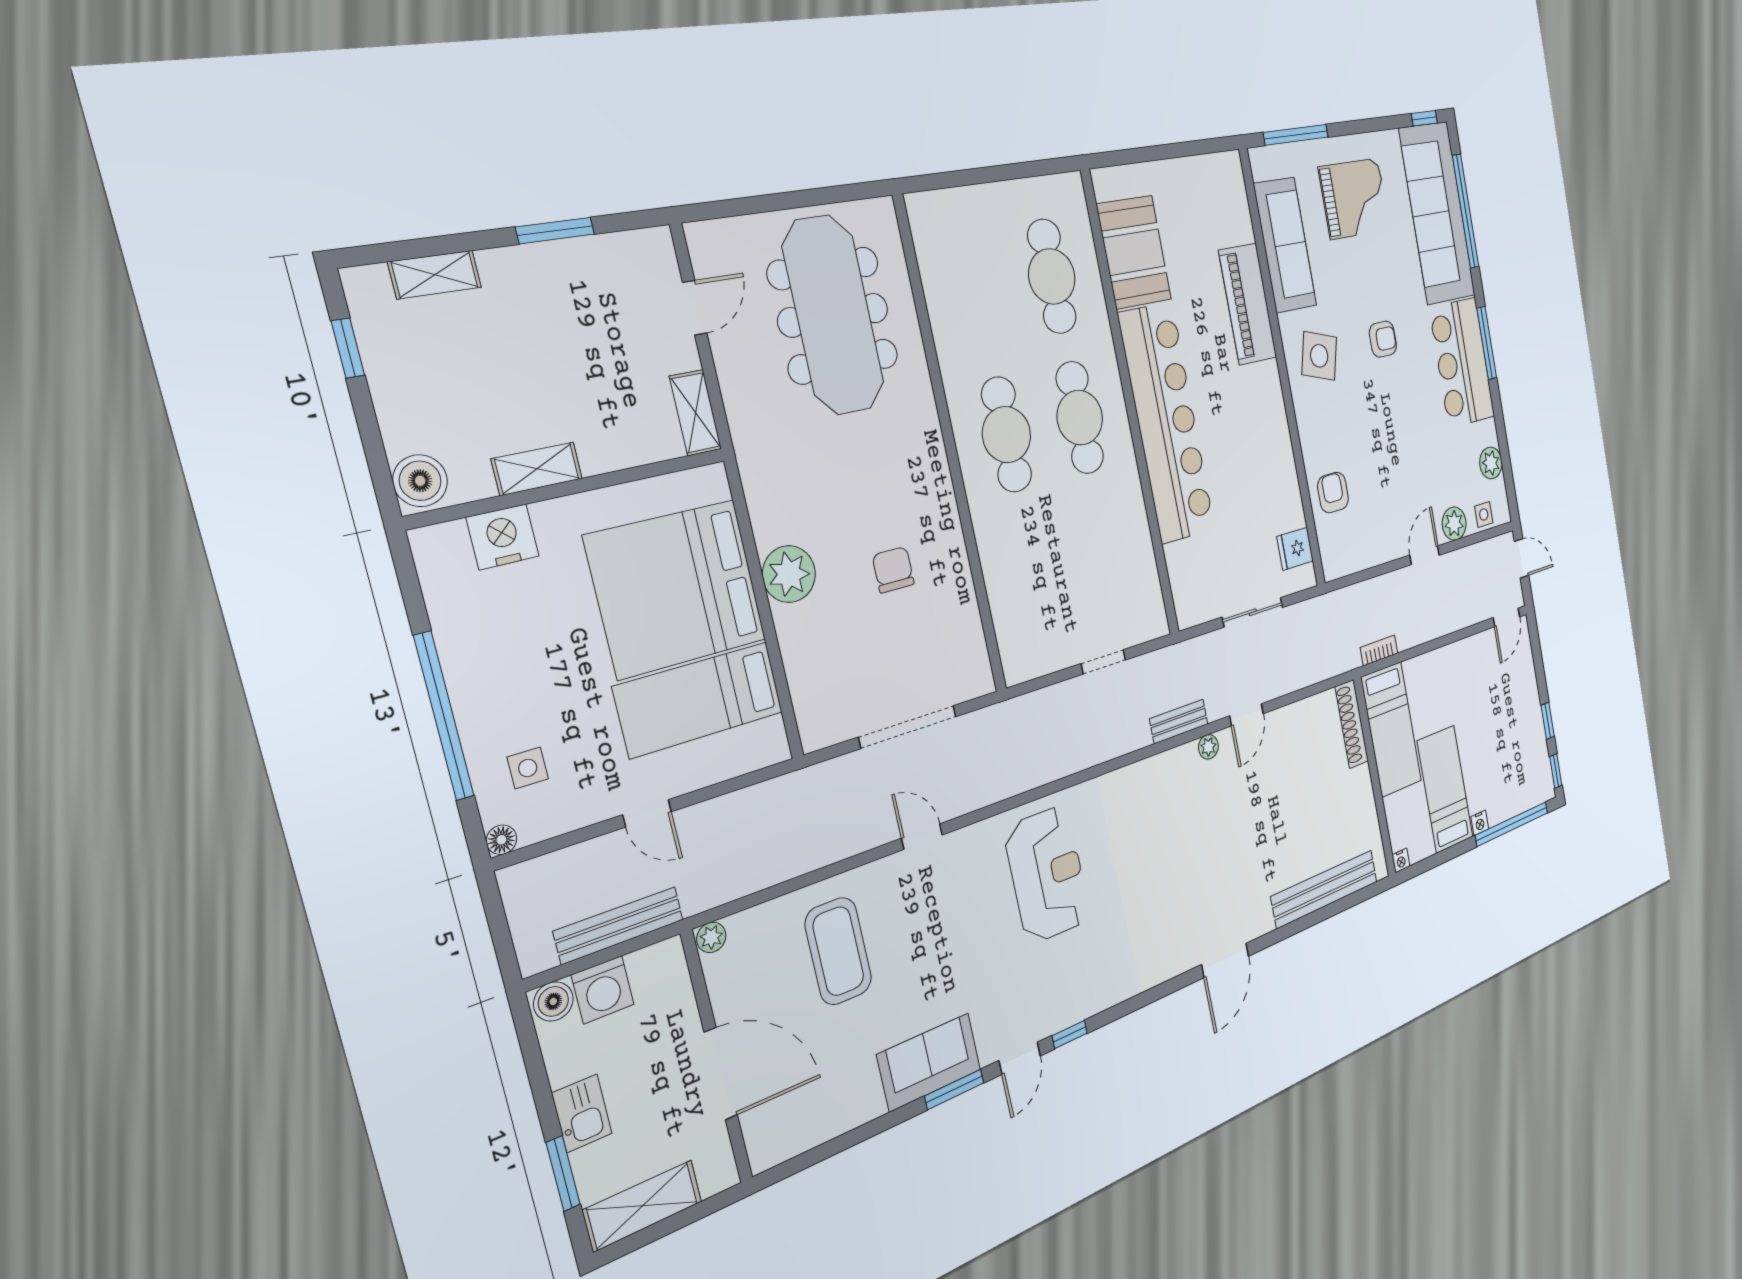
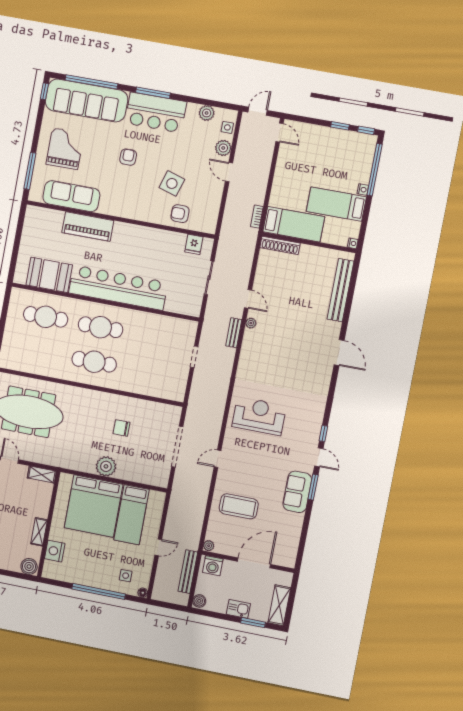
side table: (1319, 356) -> (172, 183), moved
washing machine: (603, 990) -> (213, 566), moved, turned 90

